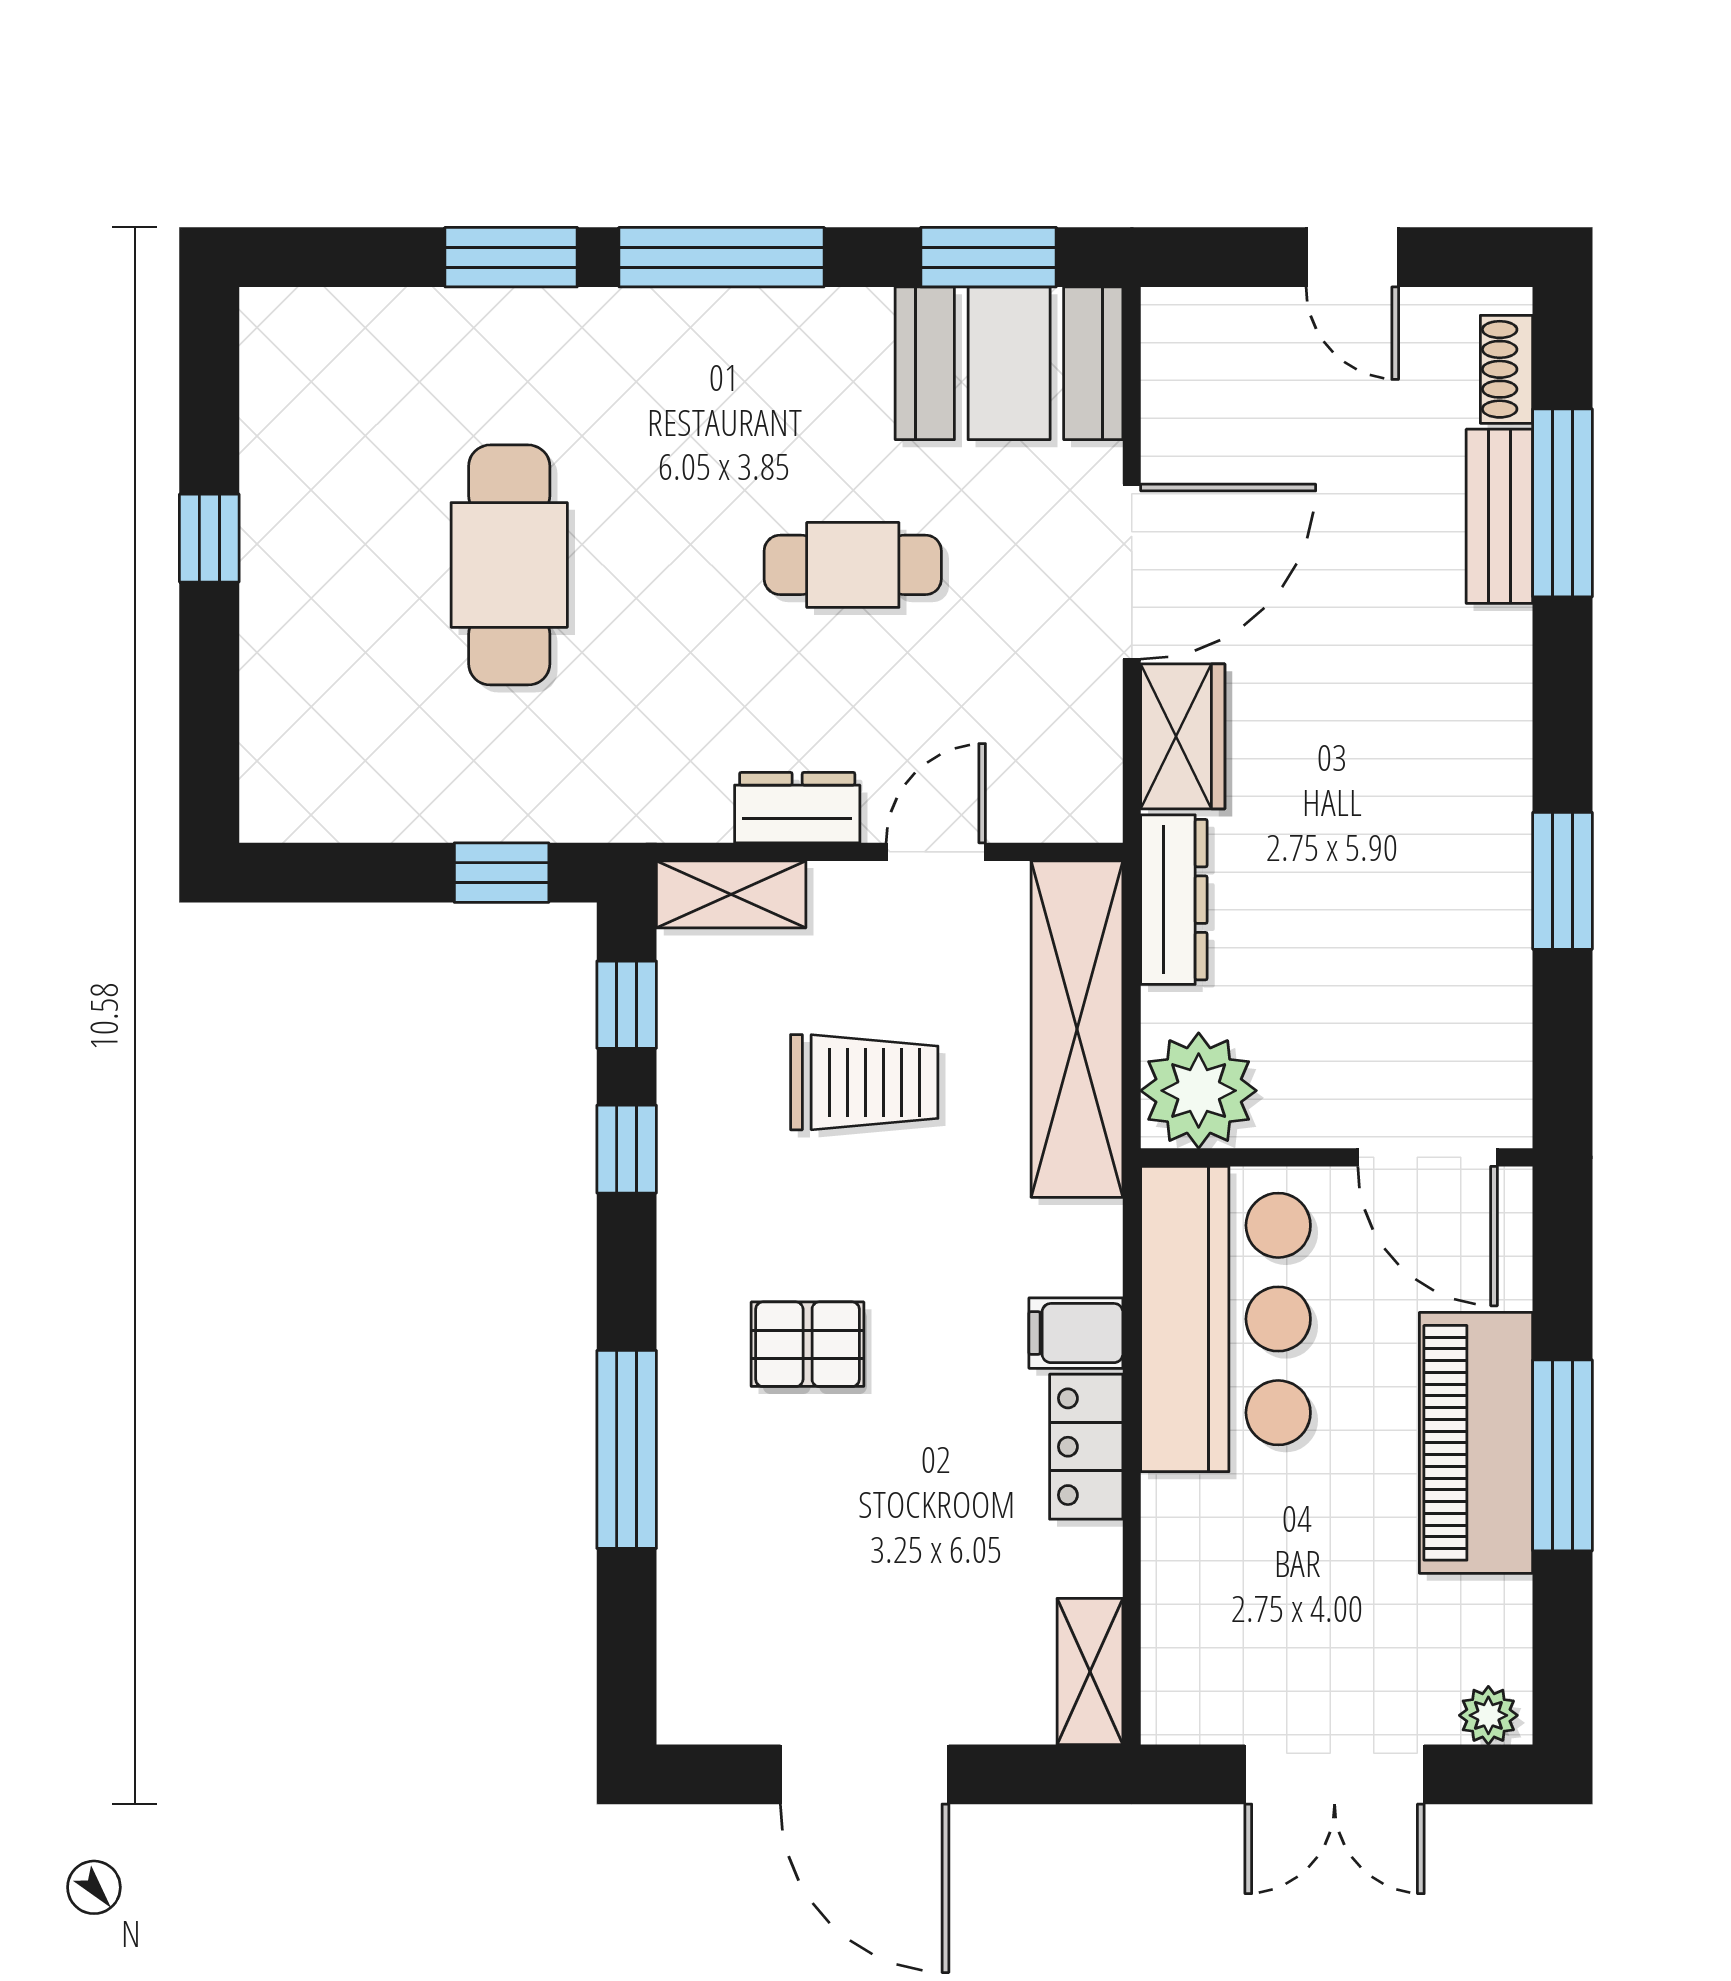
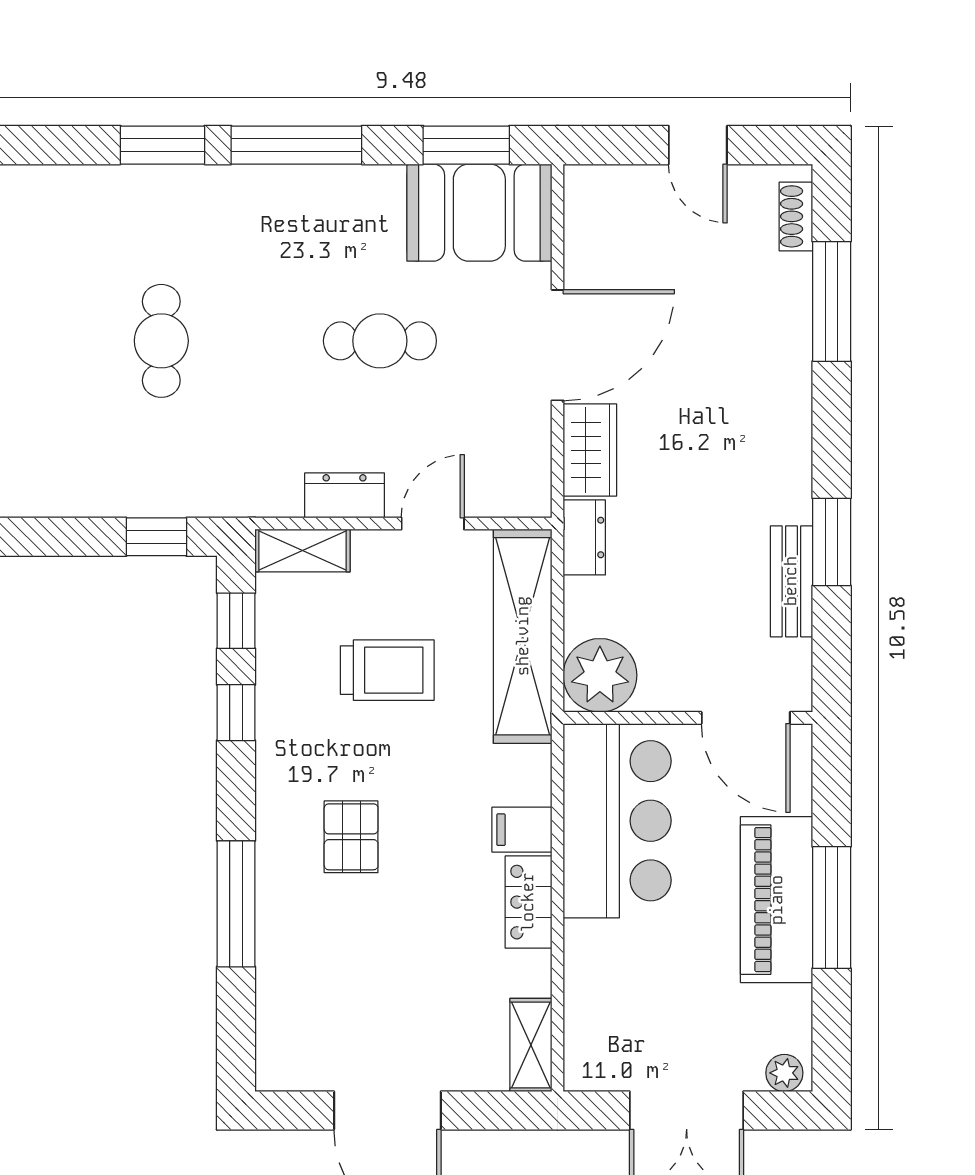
bench: (1499, 516) -> (791, 581), moved
cafe table: (509, 565) -> (161, 341), width x0.73, depth x0.74
dresser: (1174, 900) -> (584, 537), width x0.70
pallet: (808, 1344) -> (351, 837), turned 90

